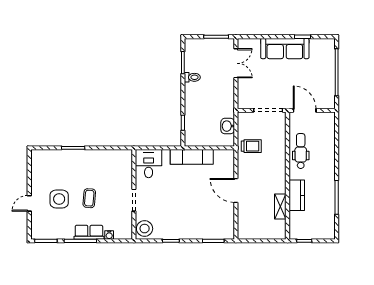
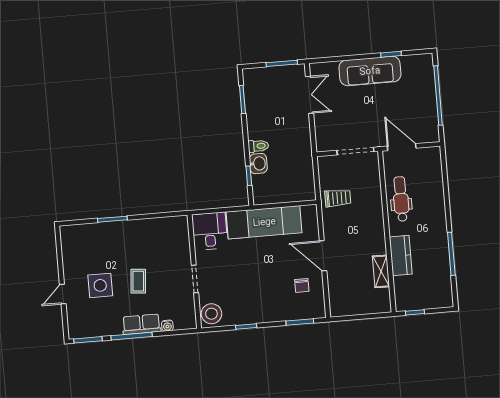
toilet: (192, 77) -> (258, 146), moved
washbasin: (228, 126) -> (258, 164), moved, turned 180
exam couch: (192, 157) -> (264, 222), width x1.36, depth x1.45
chair: (217, 212) -> (302, 285), added

